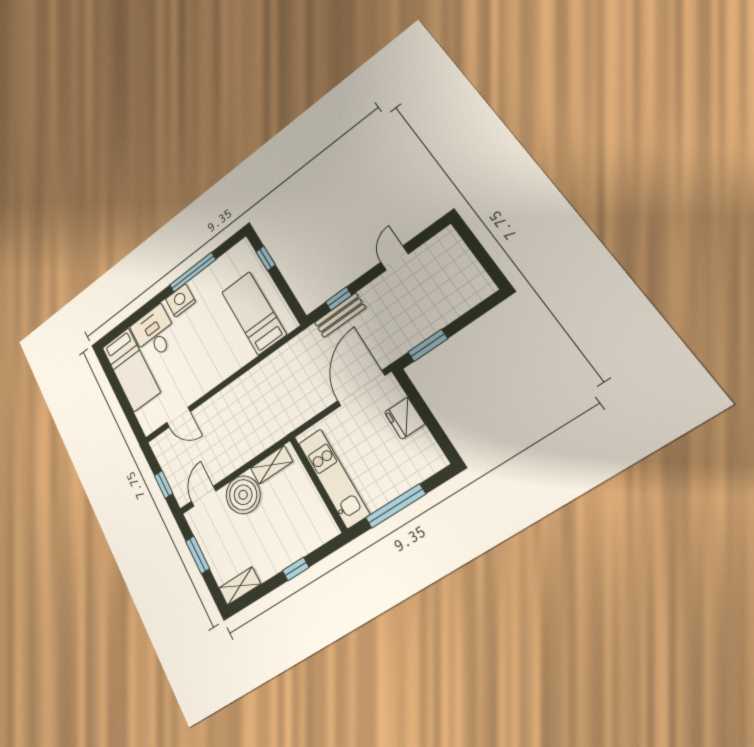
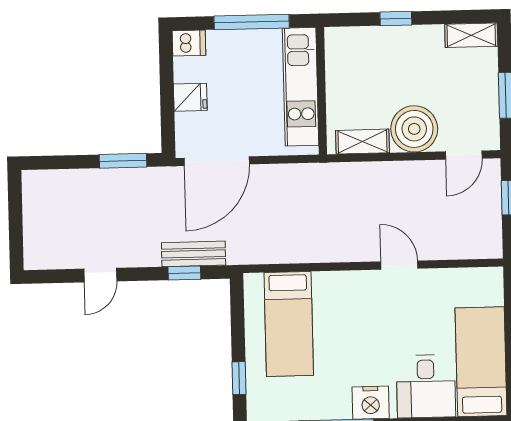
door: (179, 417) -> (399, 265), moved
fridge: (405, 418) -> (190, 97), width x0.72
dishwasher: (432, 462) -> (189, 43), added

